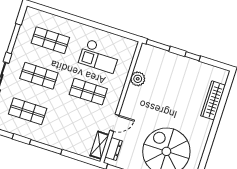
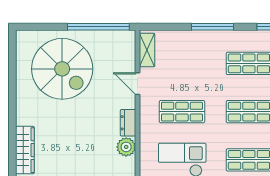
door: (114, 123) -> (137, 84), hinge flipped
dresser: (114, 149) -> (128, 123), moved

